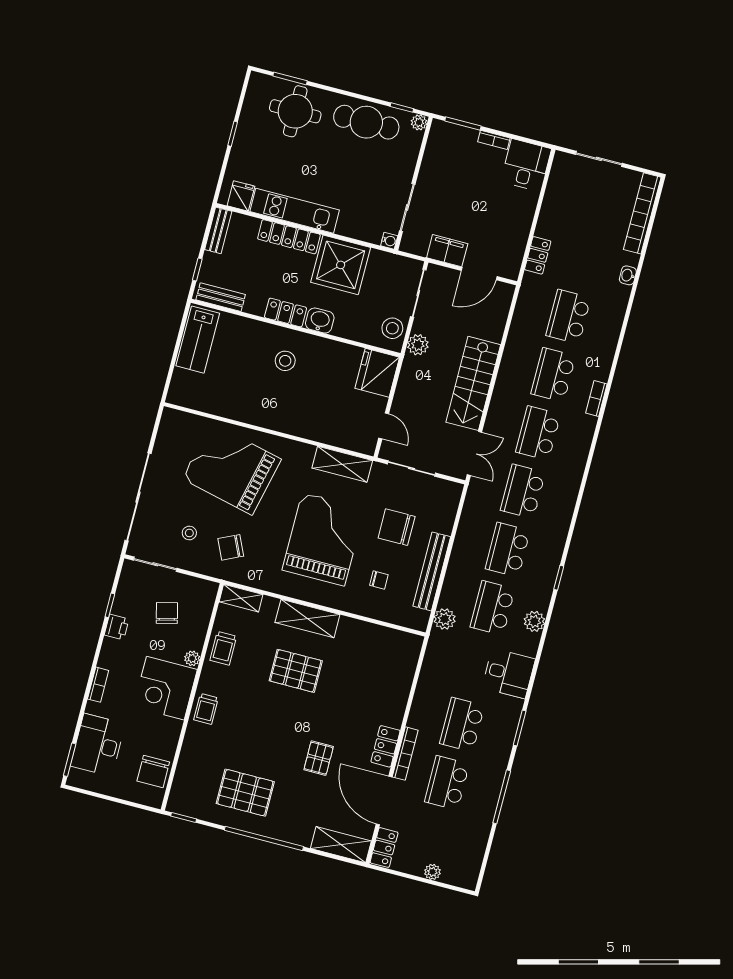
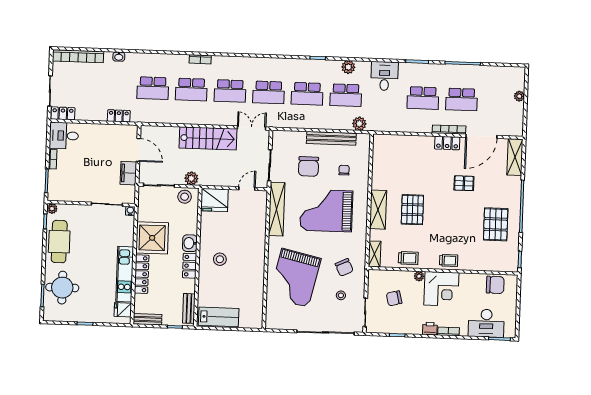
shelving: (342, 464) -> (277, 209), width x1.47
printer: (117, 627) -> (430, 329), moved
locker: (384, 848) -> (63, 113), moved

